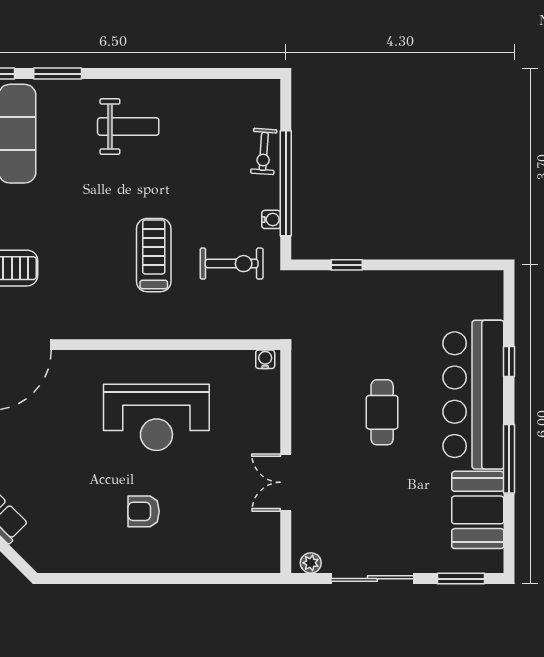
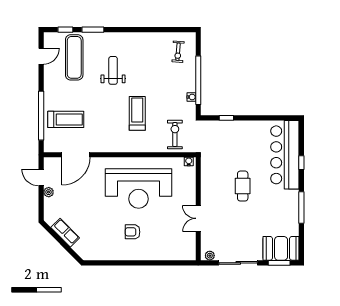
weight bench: (128, 127) -> (113, 70), moved, turned -90
exercise bike: (264, 151) -> (178, 52), moved
exercise bike: (232, 264) -> (175, 135), moved, turned -90
bar counter: (473, 395) -> (285, 155), moved
reception desk: (156, 417) -> (139, 188), width x1.36, depth x1.30
booth: (478, 510) -> (281, 248), moved, turned 90

